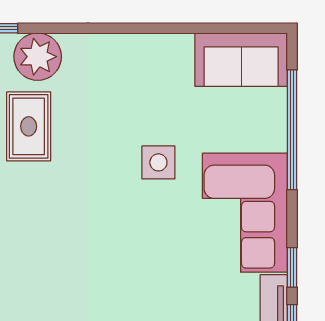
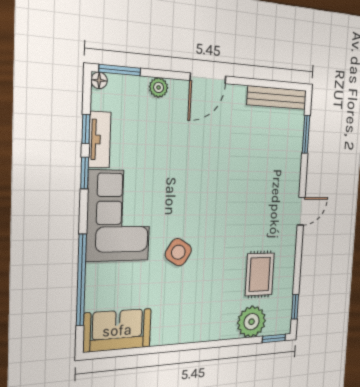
side table: (158, 162) -> (178, 252), turned 32

